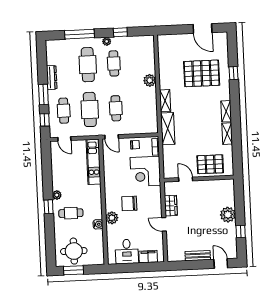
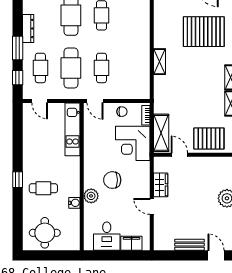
plant: (150, 80) -> (143, 37), removed
shelving: (168, 129) -> (161, 133), moved
plant: (57, 195) -> (28, 166), removed
window: (73, 270) -> (43, 255), removed

